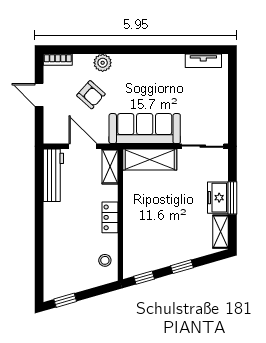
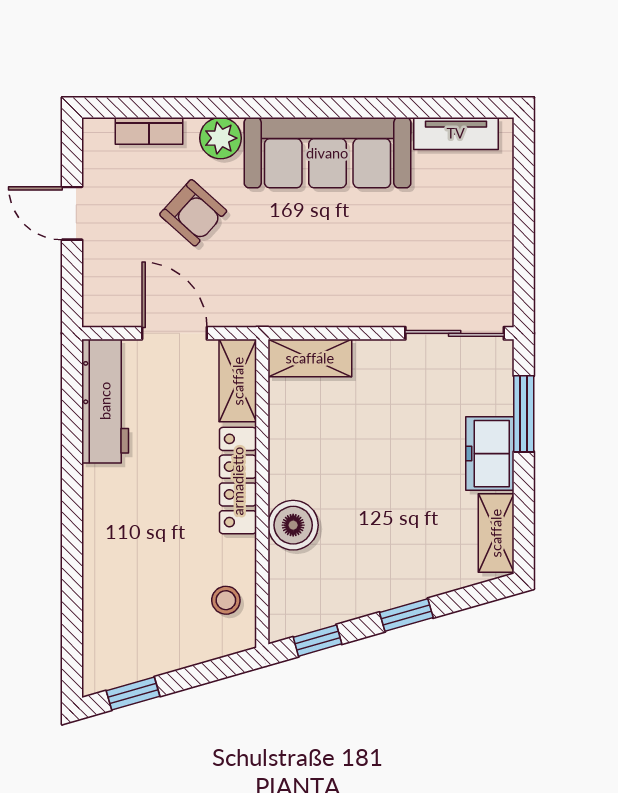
bookcase: (58, 60) -> (149, 131), moved
sofa: (145, 129) -> (327, 153), moved, turned 180
shelving: (150, 159) -> (310, 358), width x0.67, depth x0.75
window: (232, 198) -> (524, 414), moved
locker: (110, 217) -> (238, 481), width x1.53
boiler: (134, 228) -> (293, 525), added

